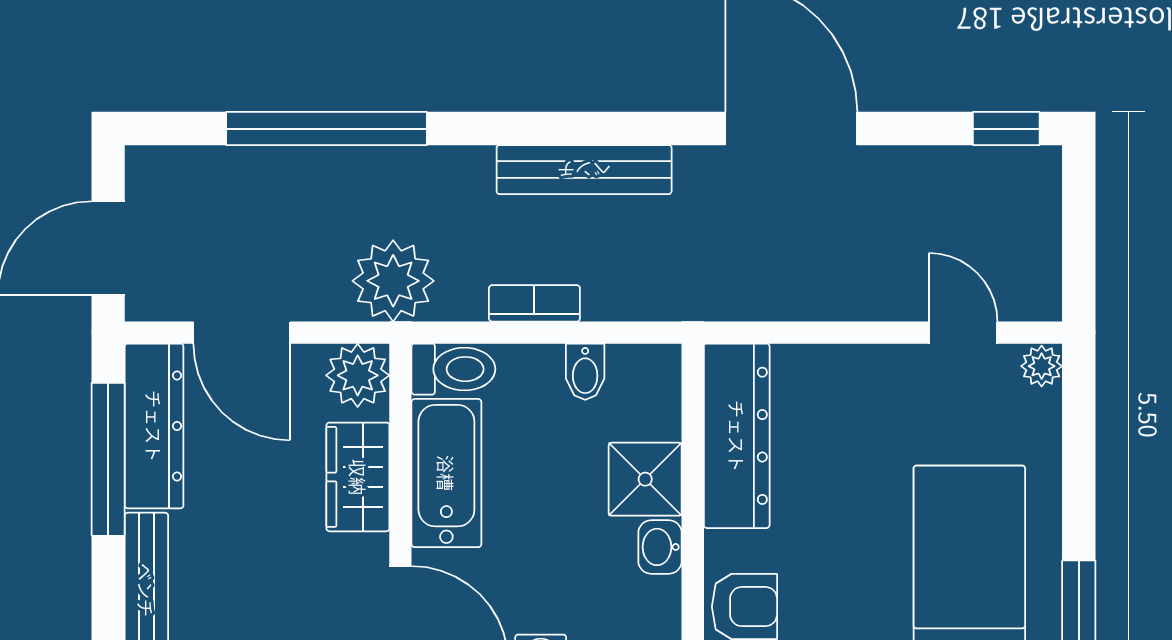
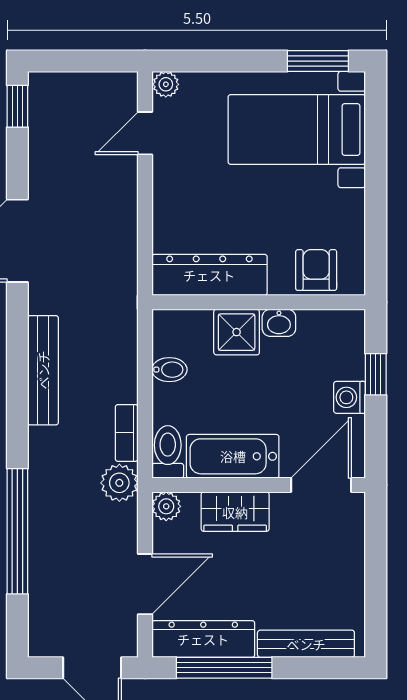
plant: (393, 281) -> (119, 483), width x0.73, depth x0.73
bookcase: (534, 303) -> (127, 433), moved
plant: (358, 375) -> (166, 506), width x0.73, depth x0.73

